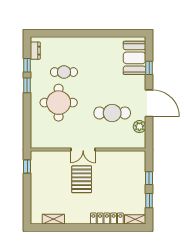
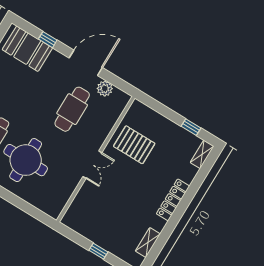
window: (27, 167) -> (98, 251), moved
window: (149, 178) -> (167, 112), removed
pallet: (82, 179) -> (134, 145), moved
locker: (107, 219) -> (173, 200), moved

